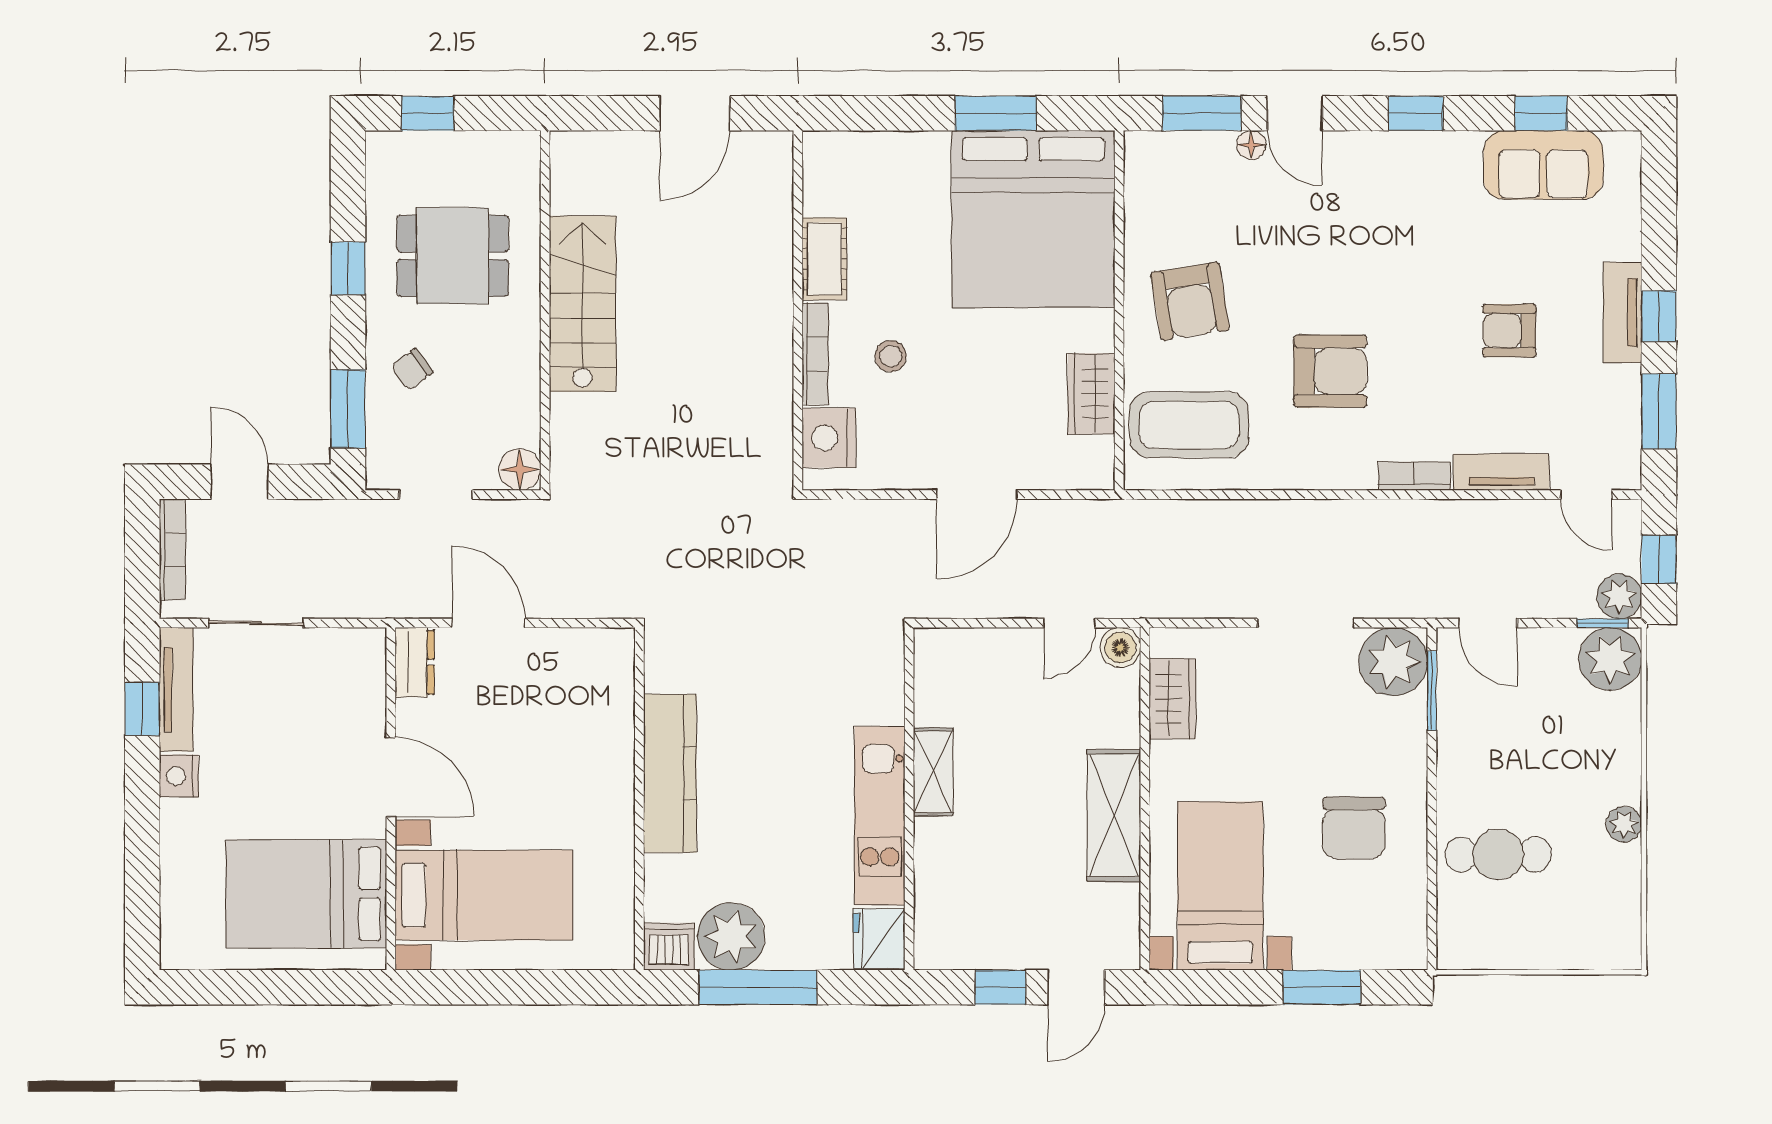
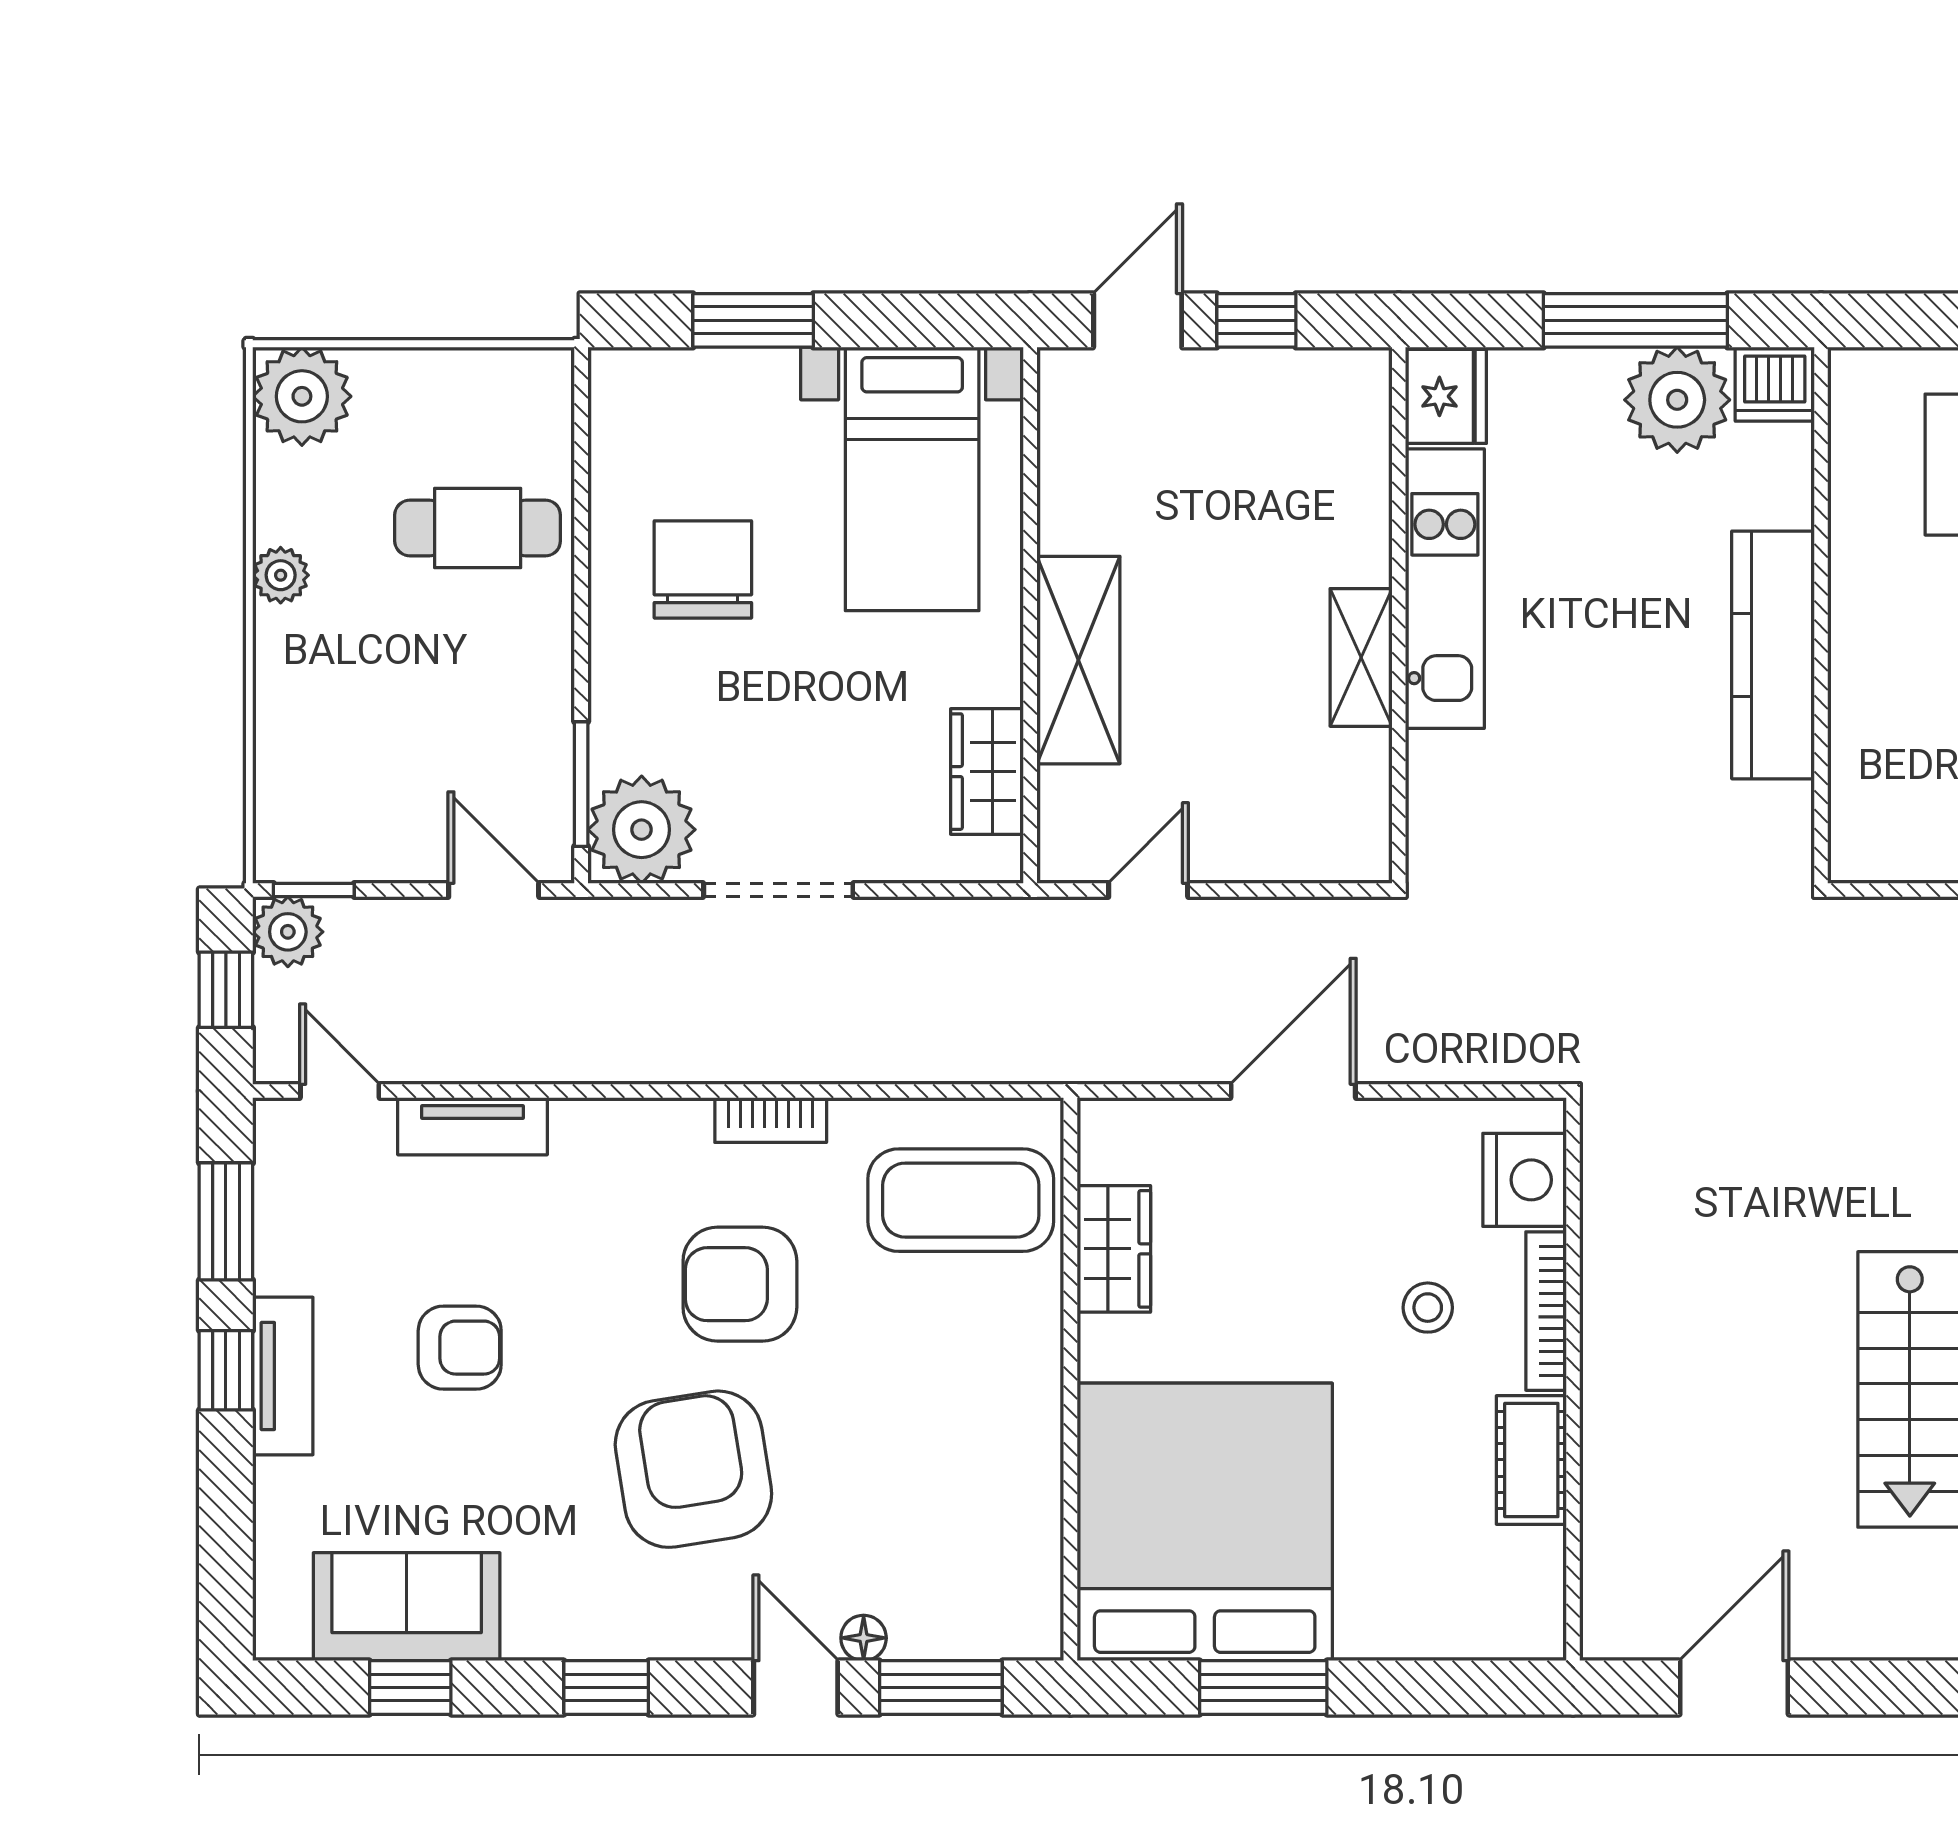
armchair: (1190, 301) -> (693, 1469), moved, width x1.36, depth x1.36
bookcase: (1414, 476) -> (771, 1120), moved
boiler: (1120, 648) -> (1068, 852), removed
plant: (1610, 659) -> (302, 396), moved
shelving: (1114, 815) -> (1078, 660), moved

